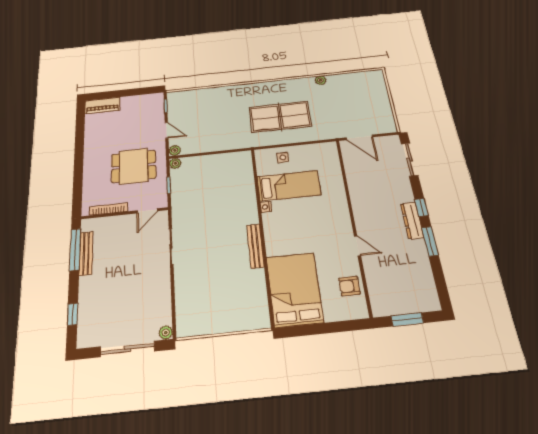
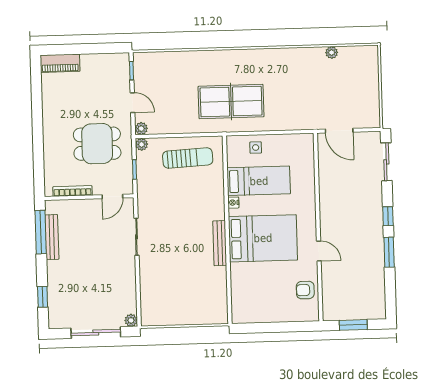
plant: (320, 80) -> (332, 53), moved
table tennis table: (280, 117) -> (231, 102), moved
sun lounger: (219, 171) -> (188, 158), added
dresser: (412, 221) -> (376, 229), removed
bed: (294, 289) -> (263, 238), moved, turned 90

